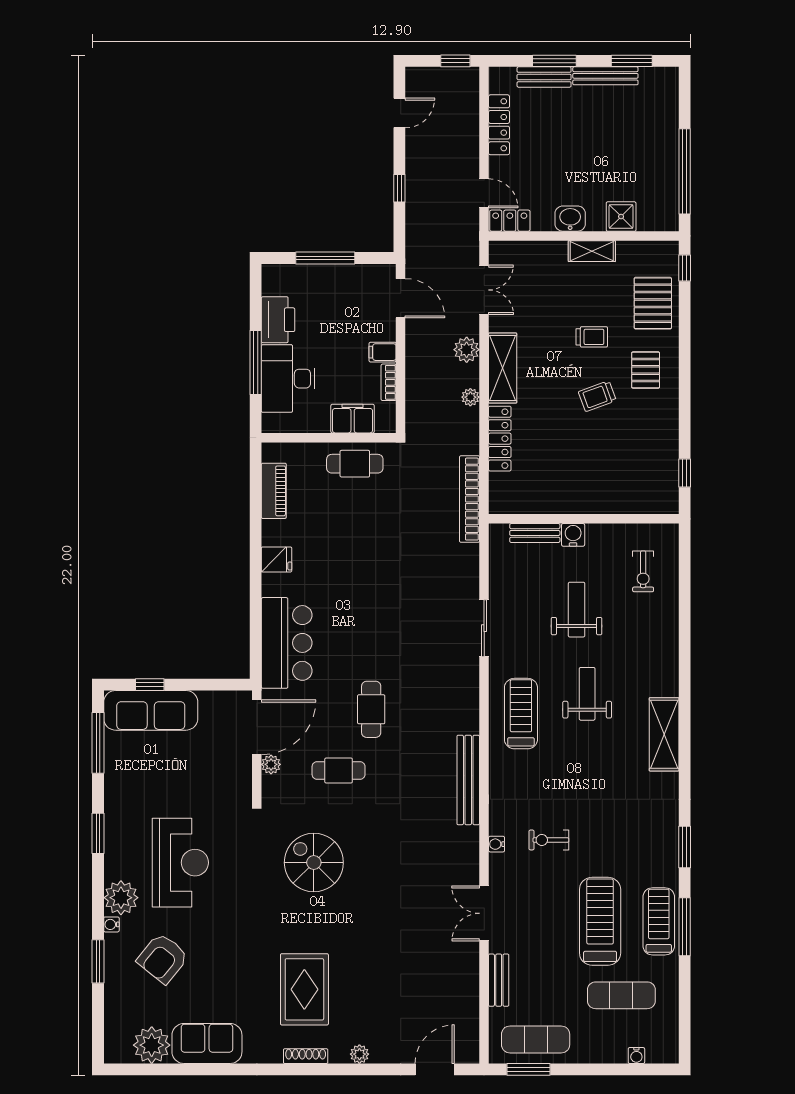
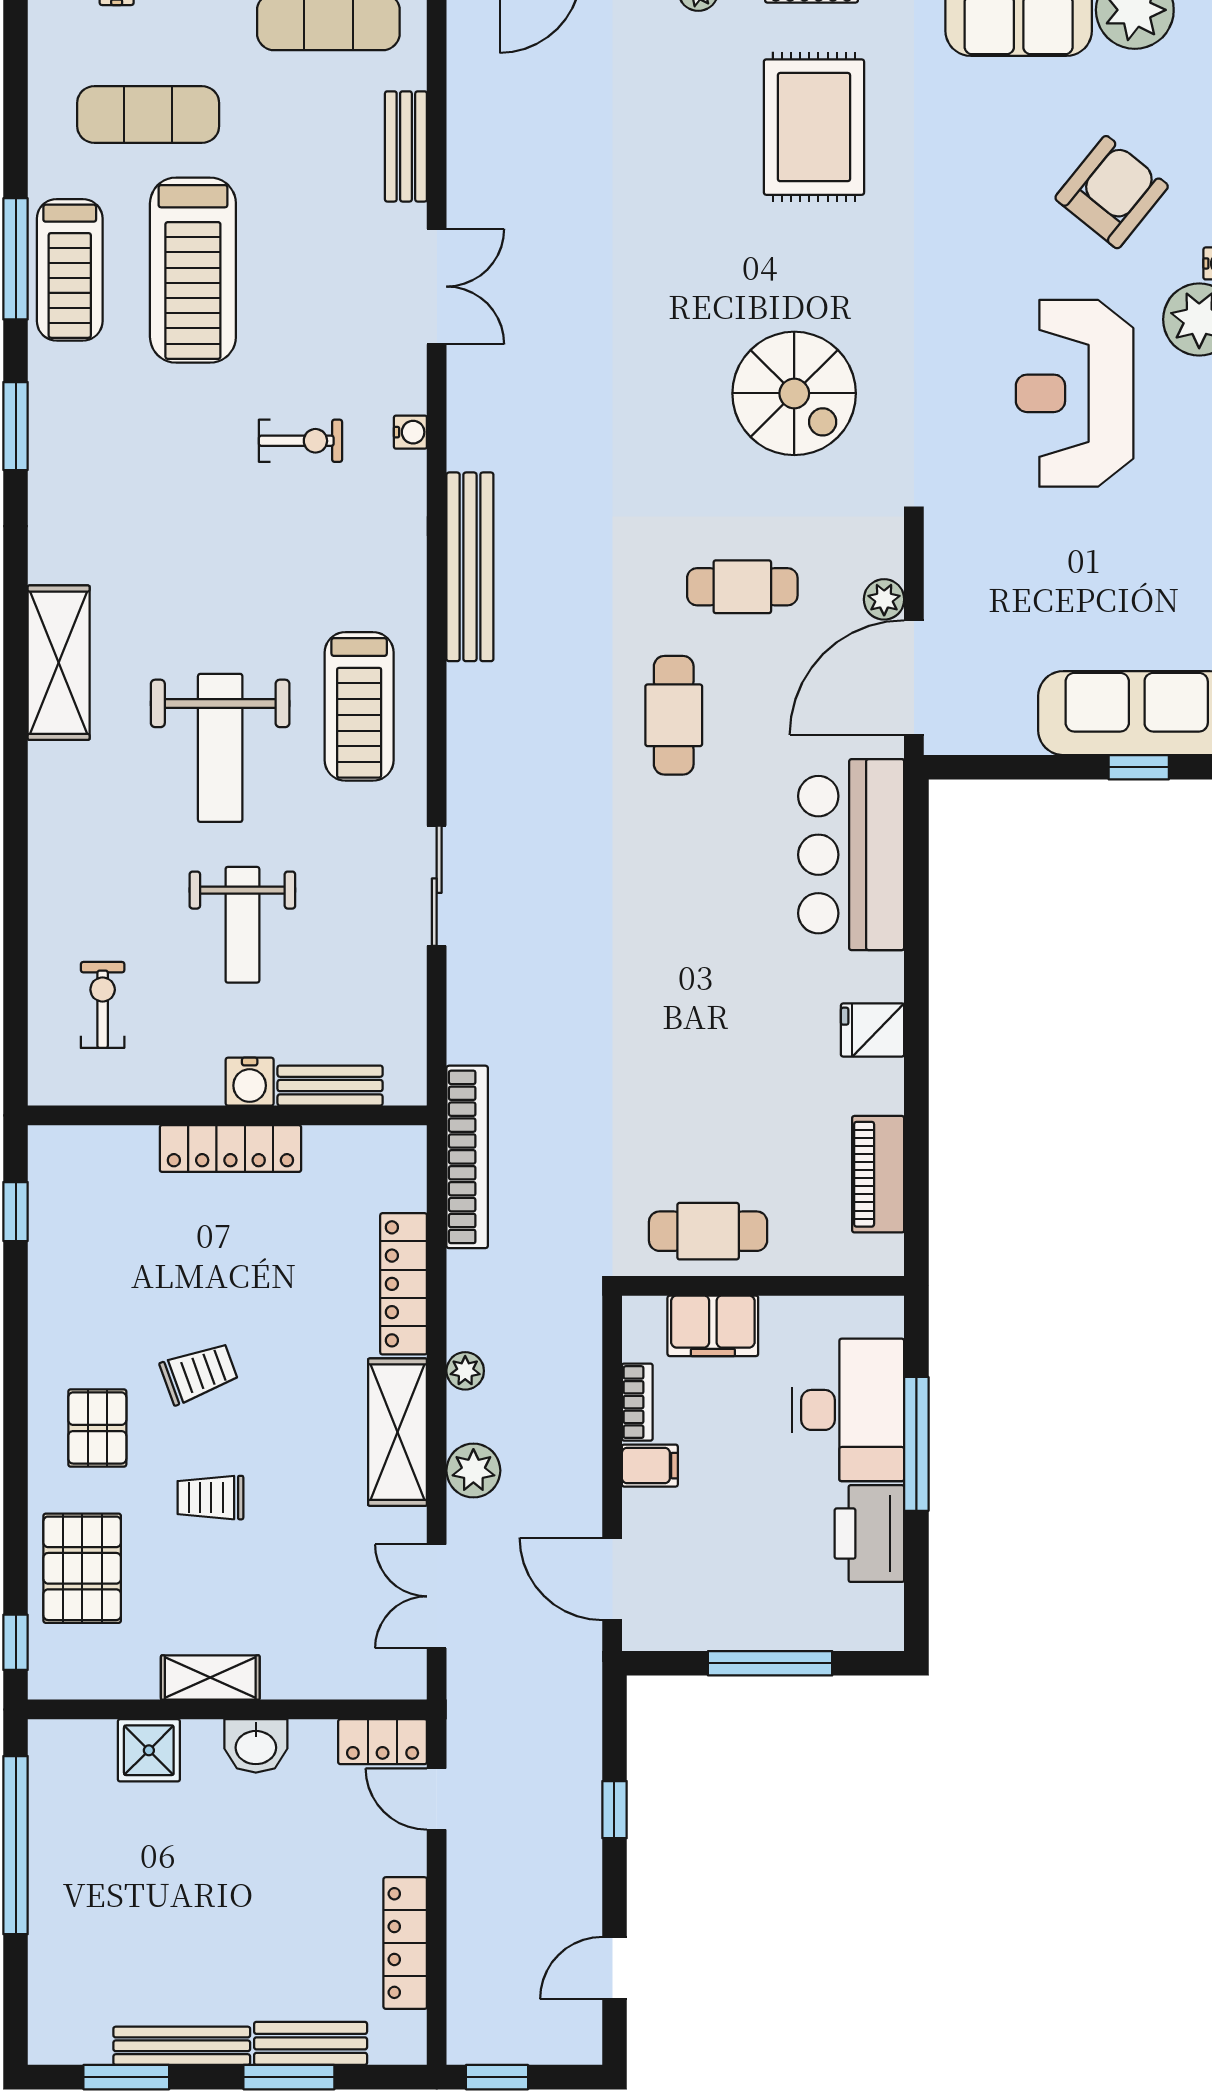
locker: (582, 503) -> (230, 1149), added
weight bench: (587, 694) -> (220, 748), width x1.36, depth x1.33

